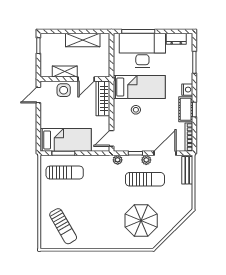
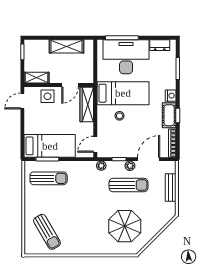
shelving: (65, 72) -> (36, 78), moved
bench: (187, 170) -> (171, 187), moved

